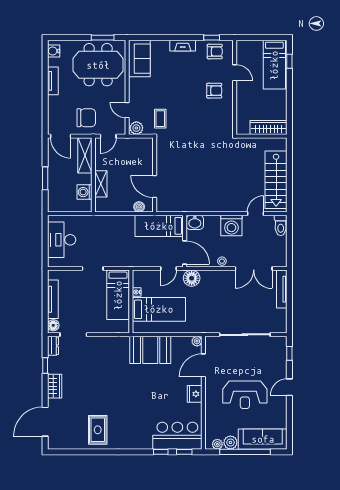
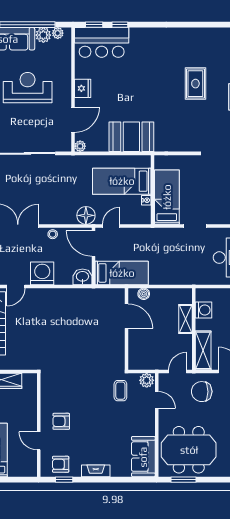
rug: (98, 430) -> (195, 84), moved

